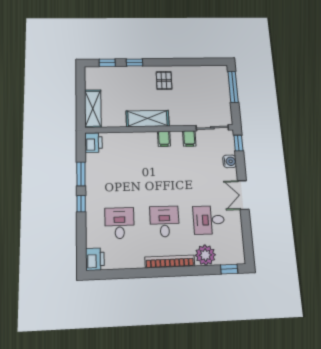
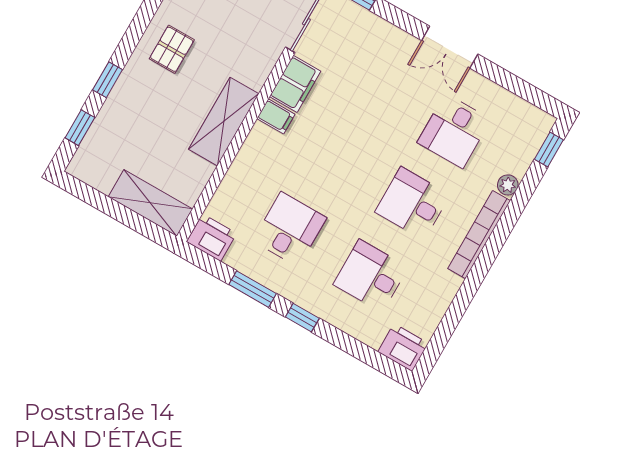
pallet: (164, 80) -> (172, 49), turned 90
filing cabinet: (189, 138) -> (295, 84), width x2.00
water cooler: (230, 161) -> (381, 32), removed
desk: (118, 174) -> (290, 229), added
plant: (205, 255) -> (508, 185), width x0.53, depth x0.53

